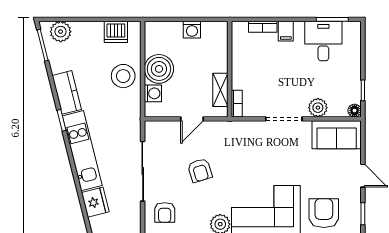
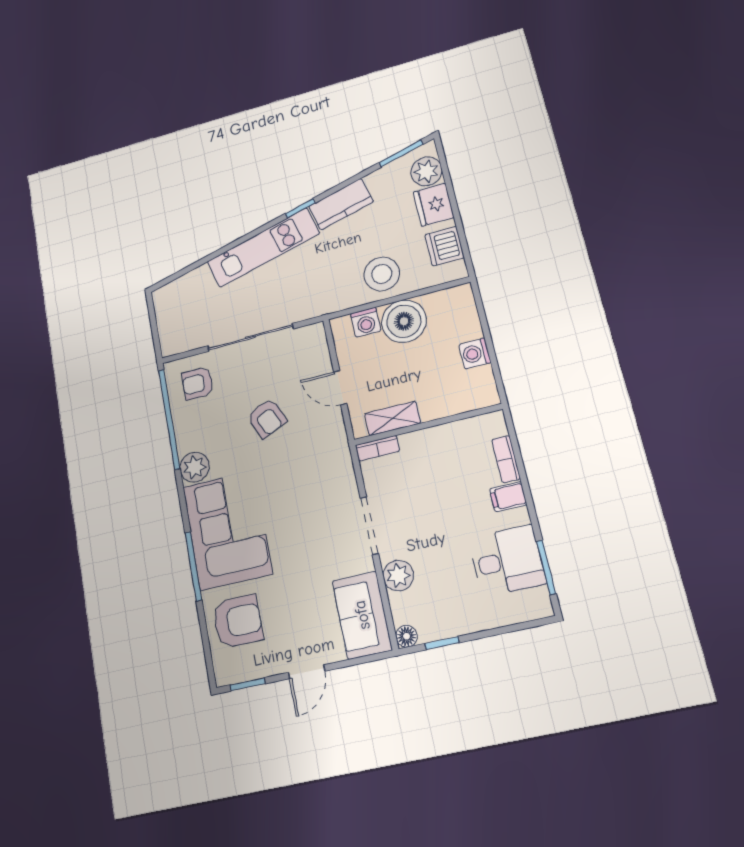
armchair: (200, 170) -> (267, 418), turned -96
fridge: (95, 202) -> (434, 205), moved, turned 104

